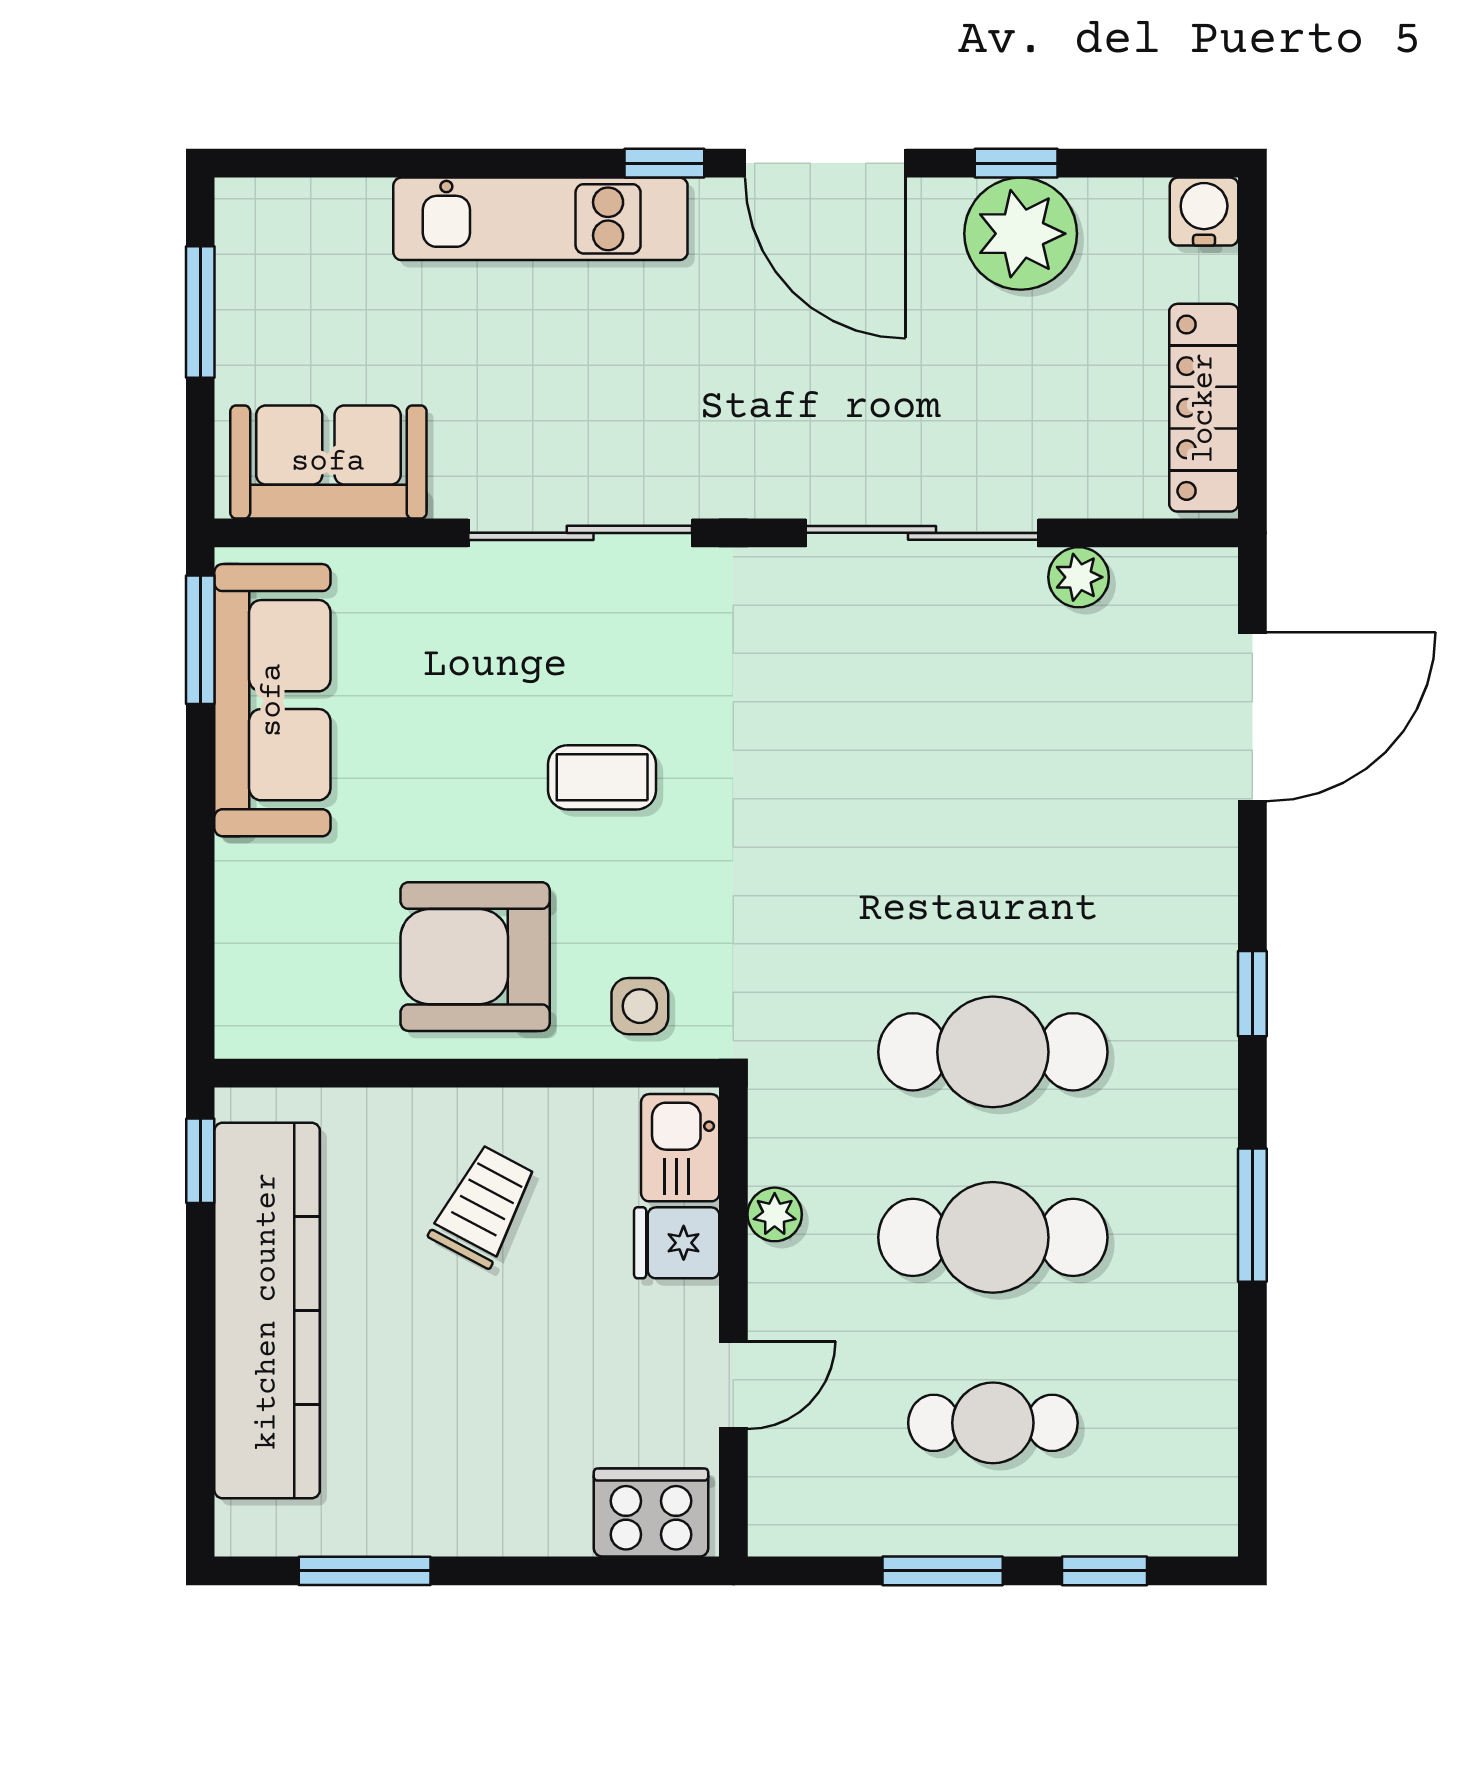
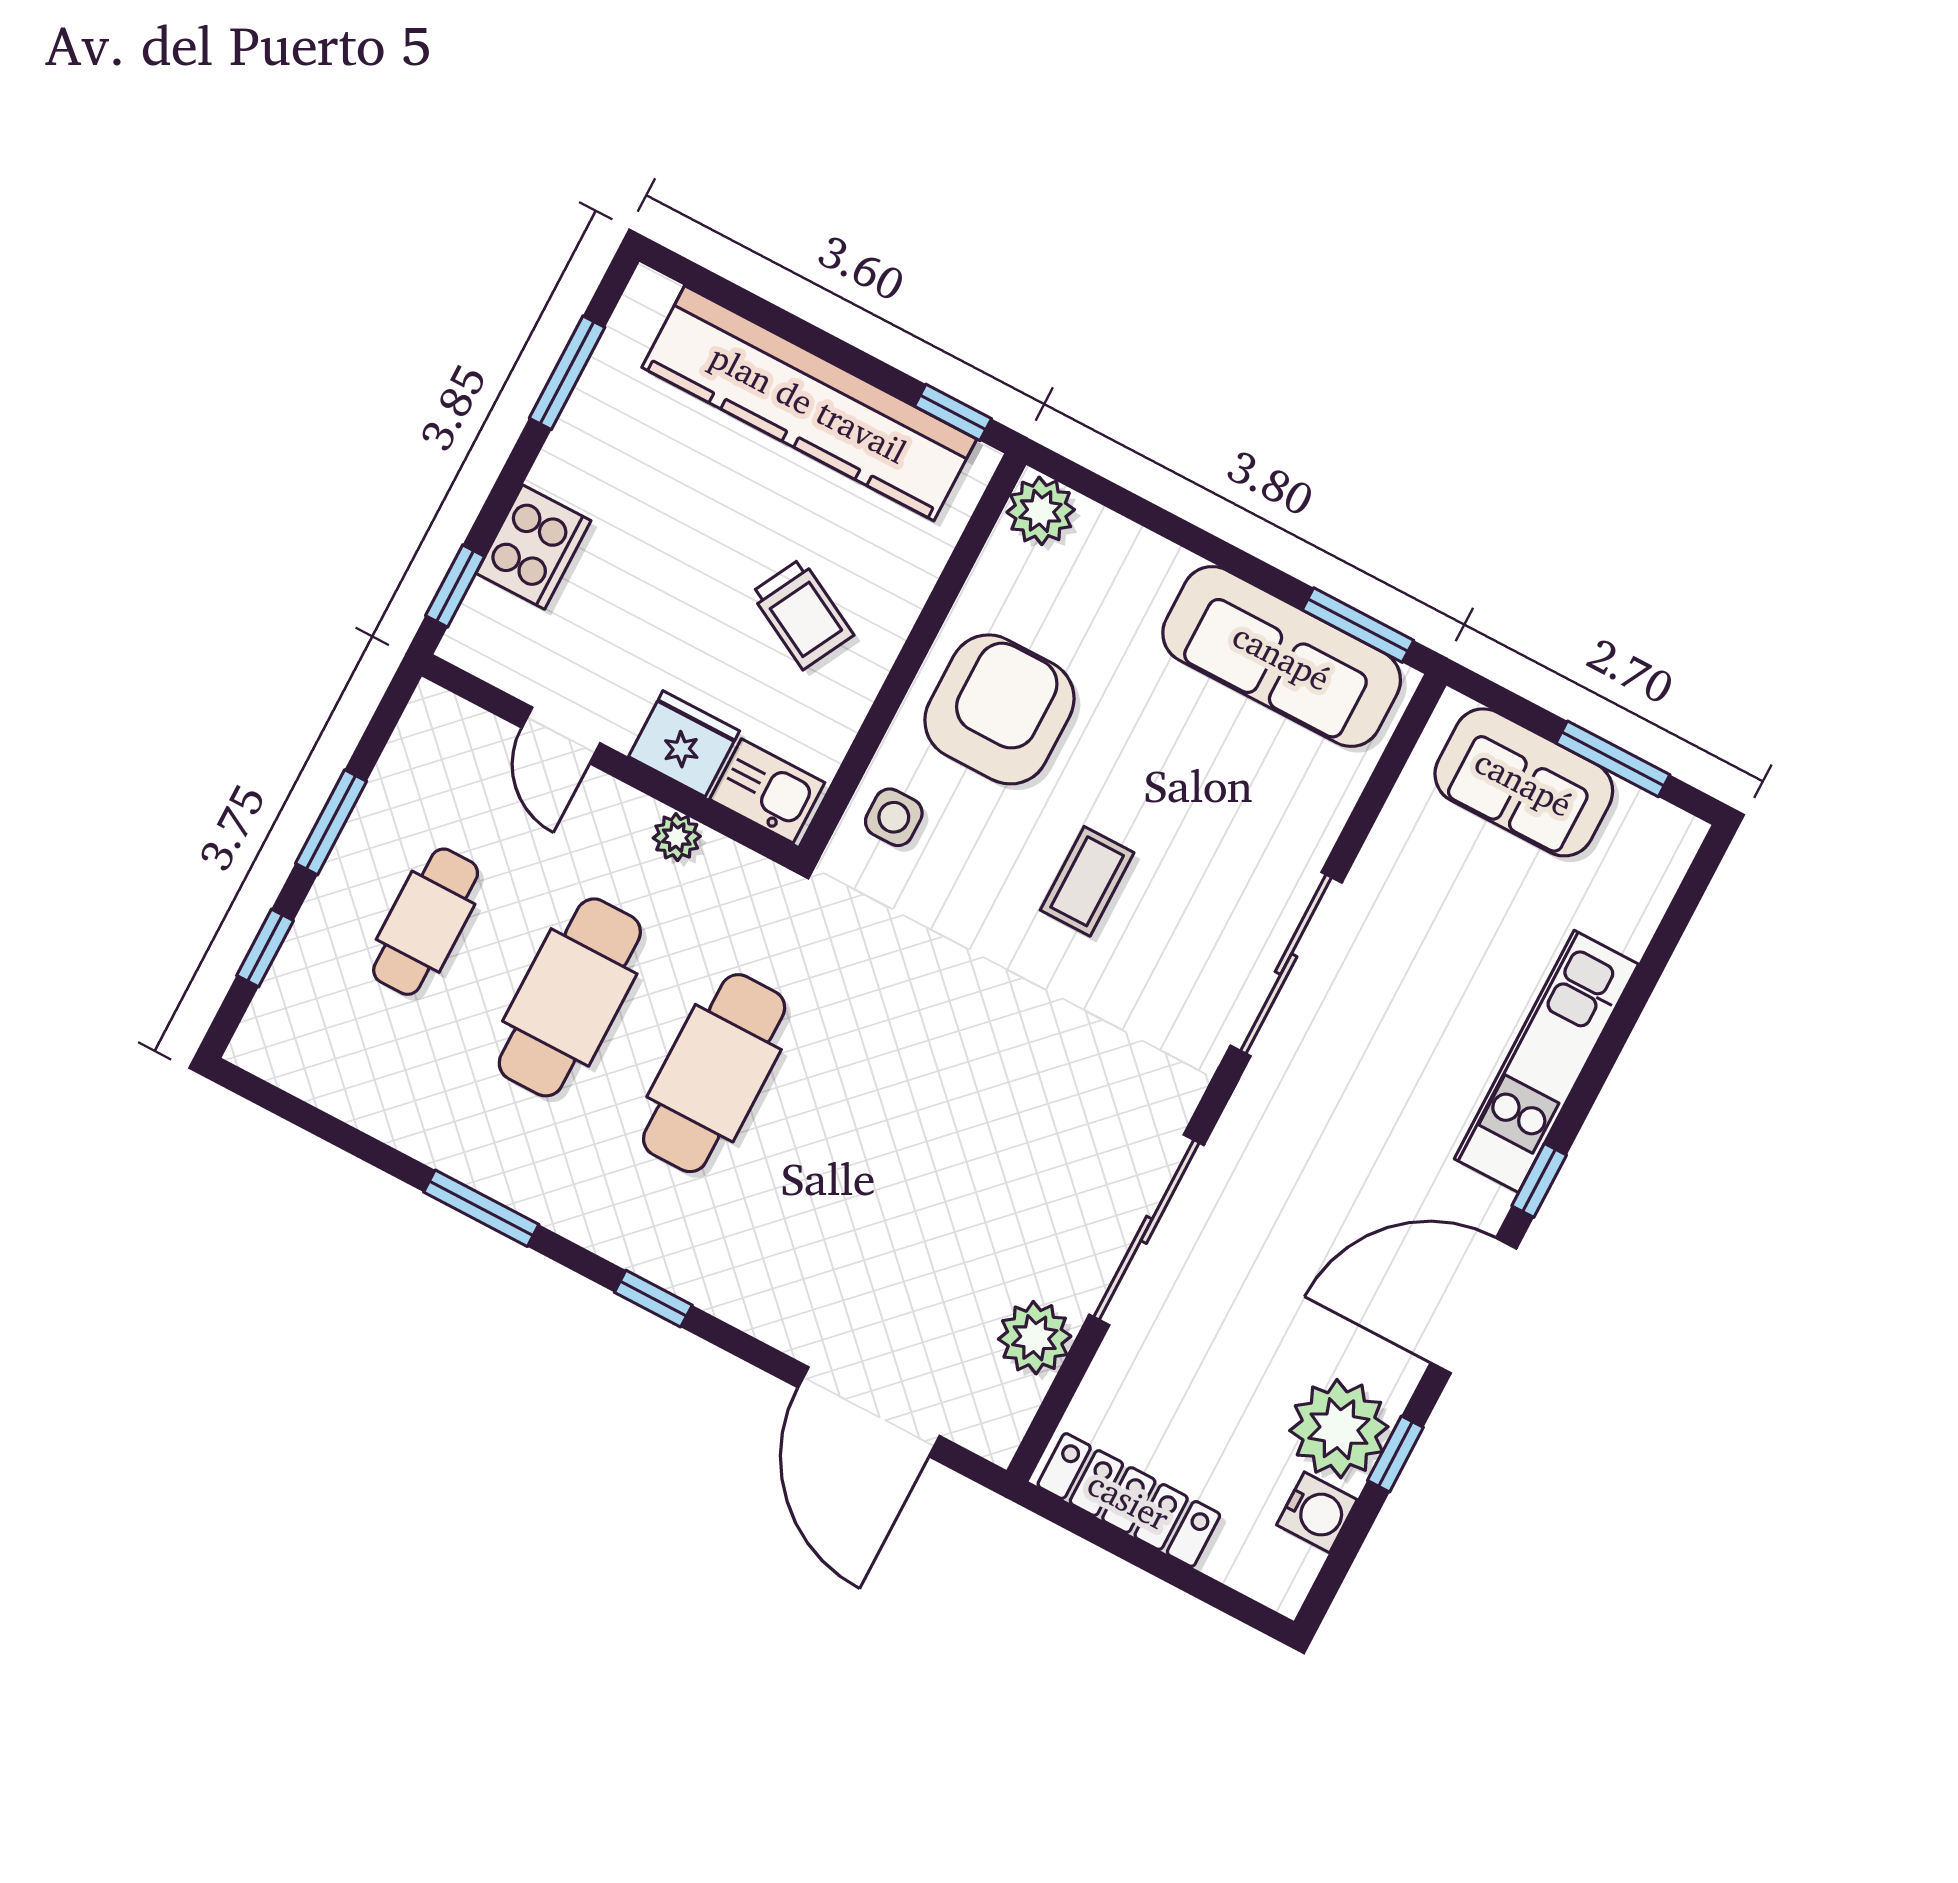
water cooler: (1204, 212) -> (1317, 1512), moved
sofa: (328, 462) -> (1524, 782), moved, turned 90
plant: (1079, 577) -> (1035, 1338), width x1.38, depth x1.38
plant: (253, 1020) -> (1041, 511), added
fridge: (677, 1243) -> (684, 744), width x1.38
cooker: (651, 1512) -> (534, 547), moved
window: (639, 1571) -> (455, 586), added

